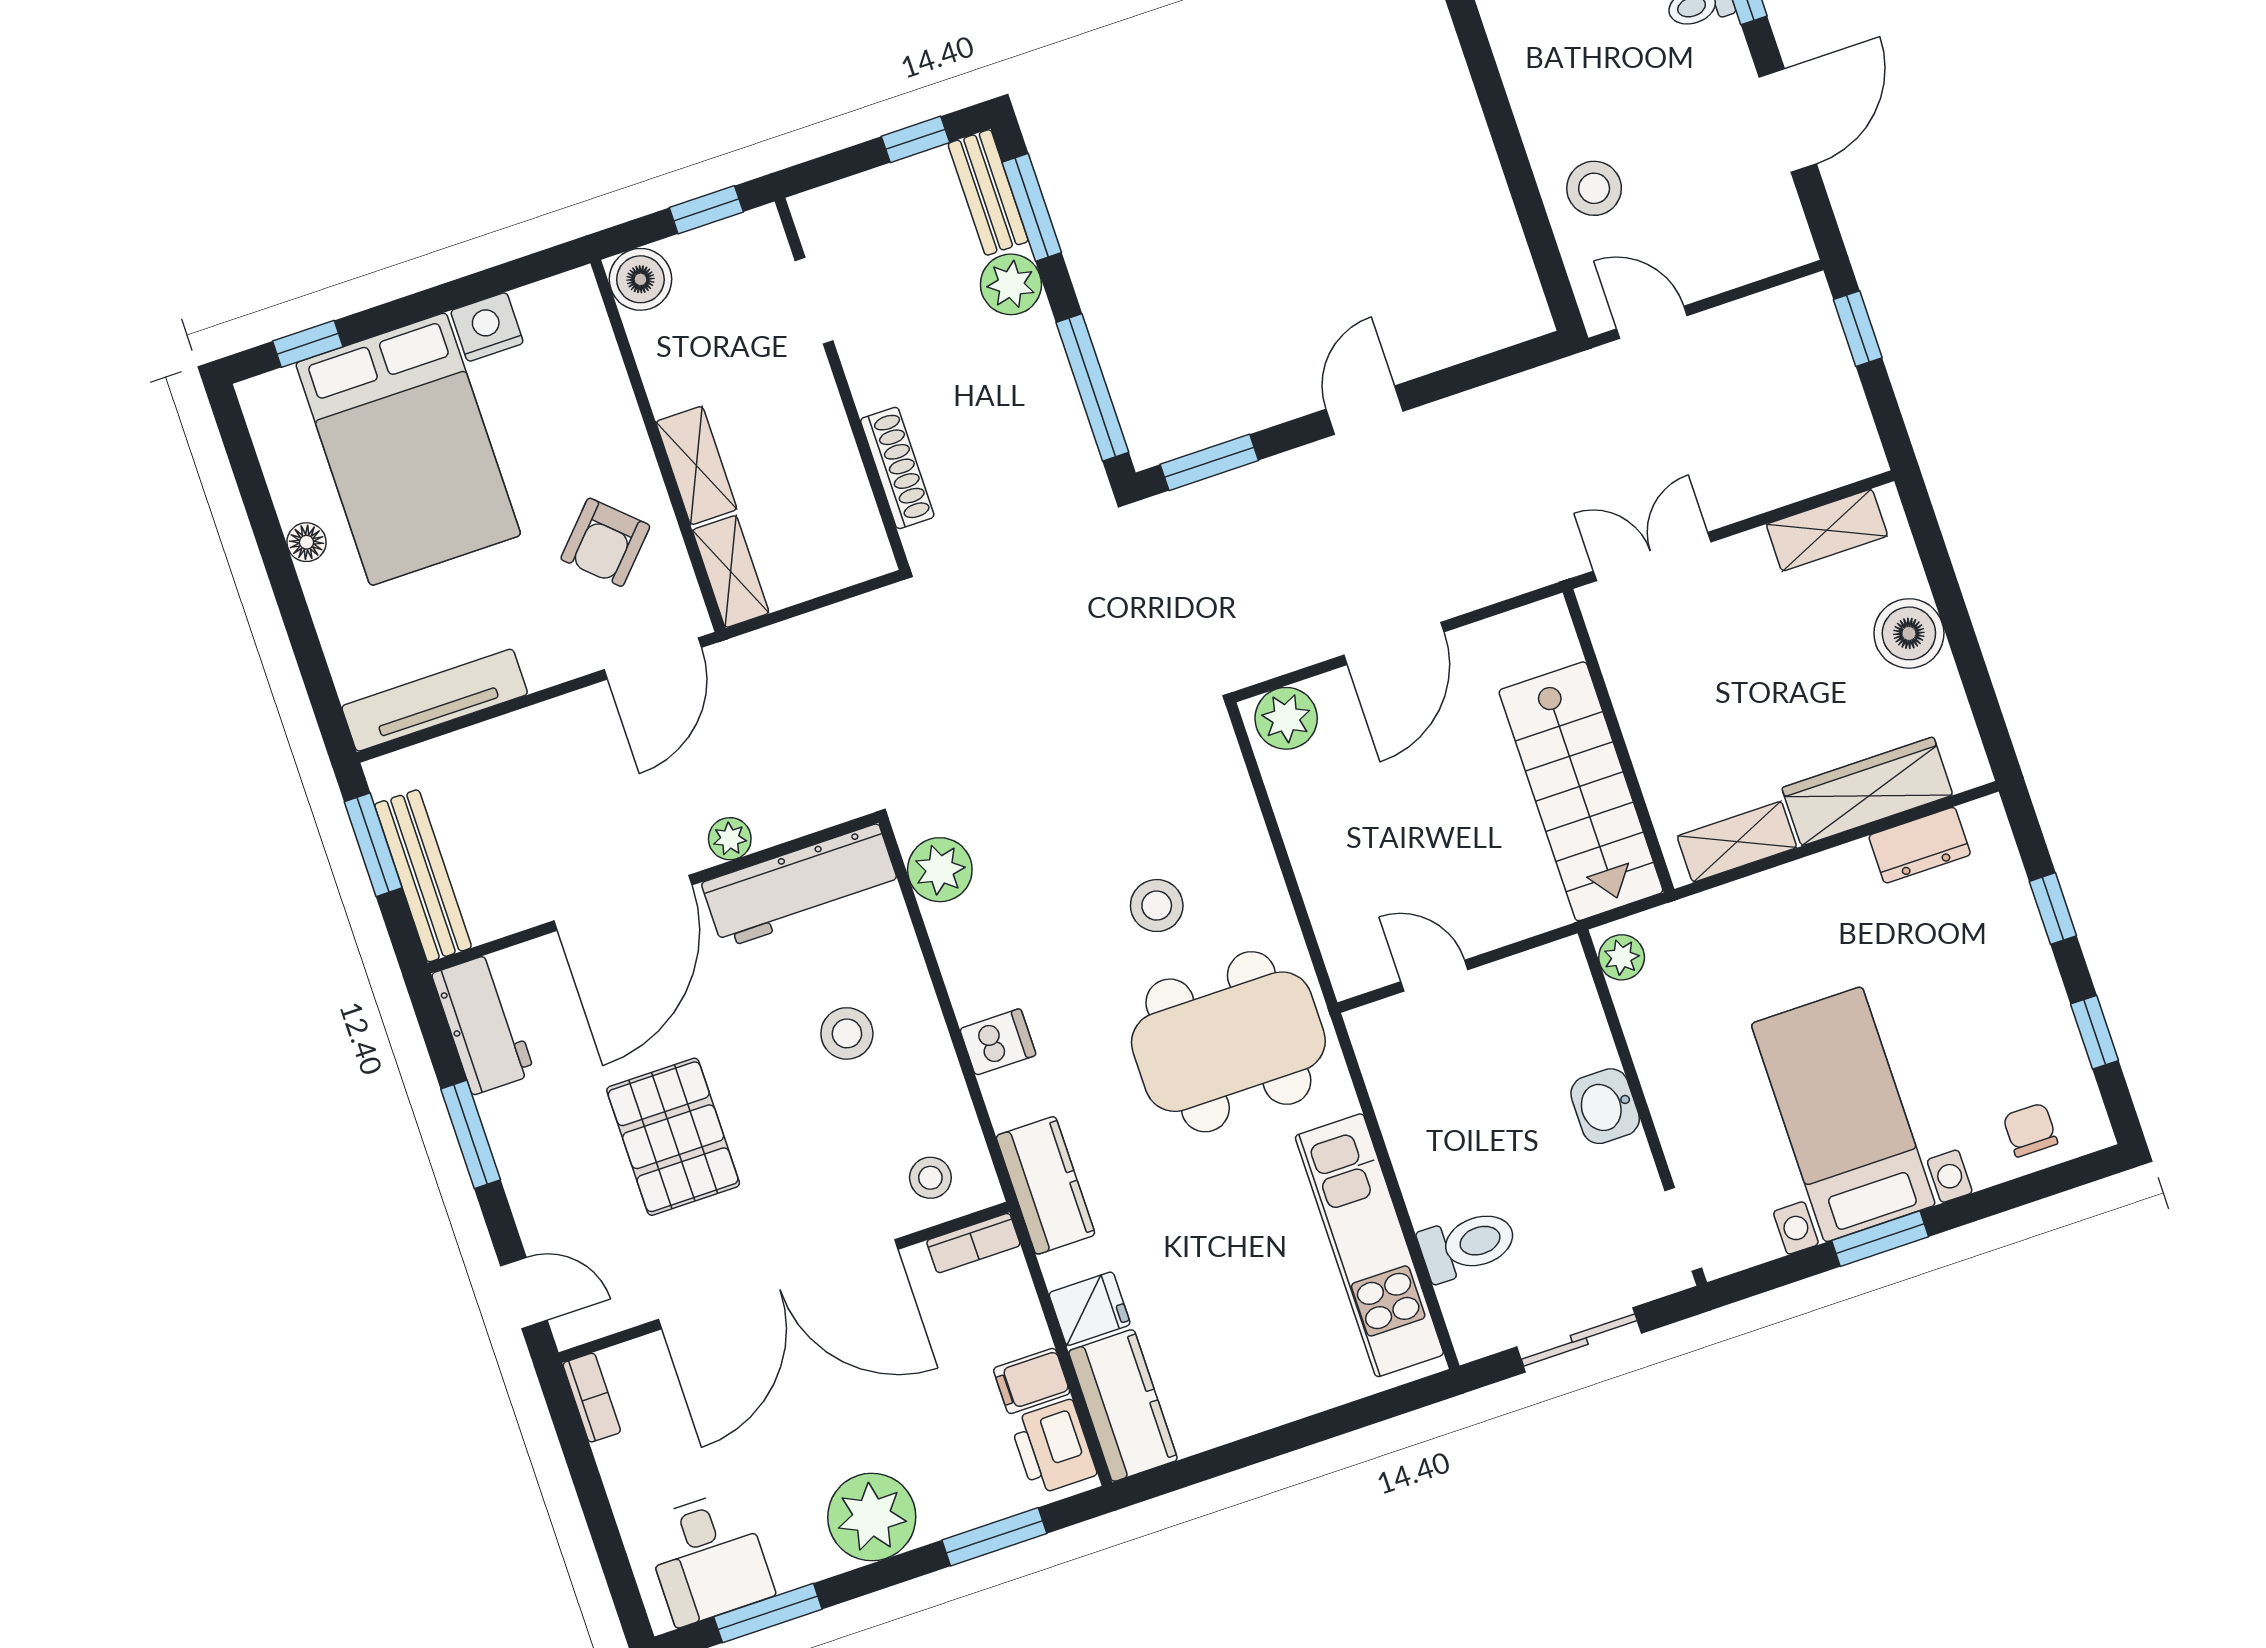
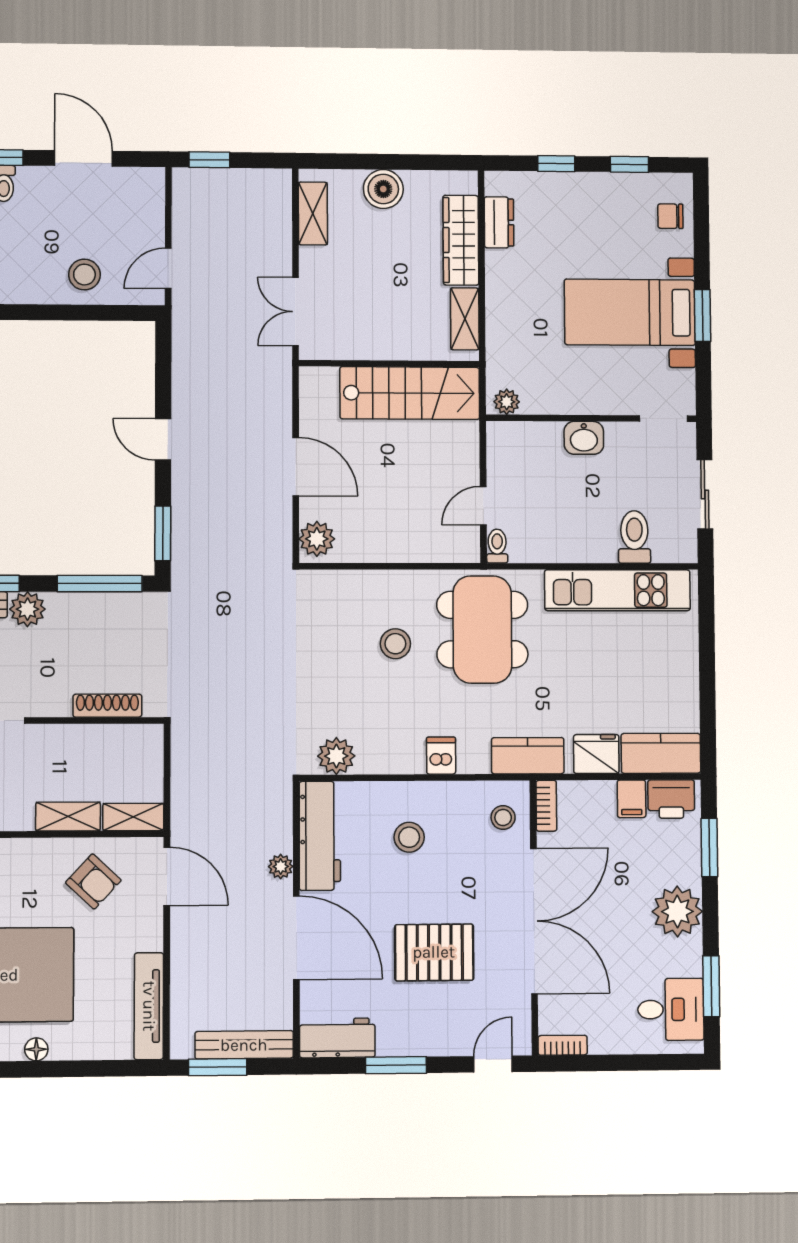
toilet: (1375, 1021) -> (497, 546), added
fridge: (1090, 1309) -> (596, 754), width x1.38

